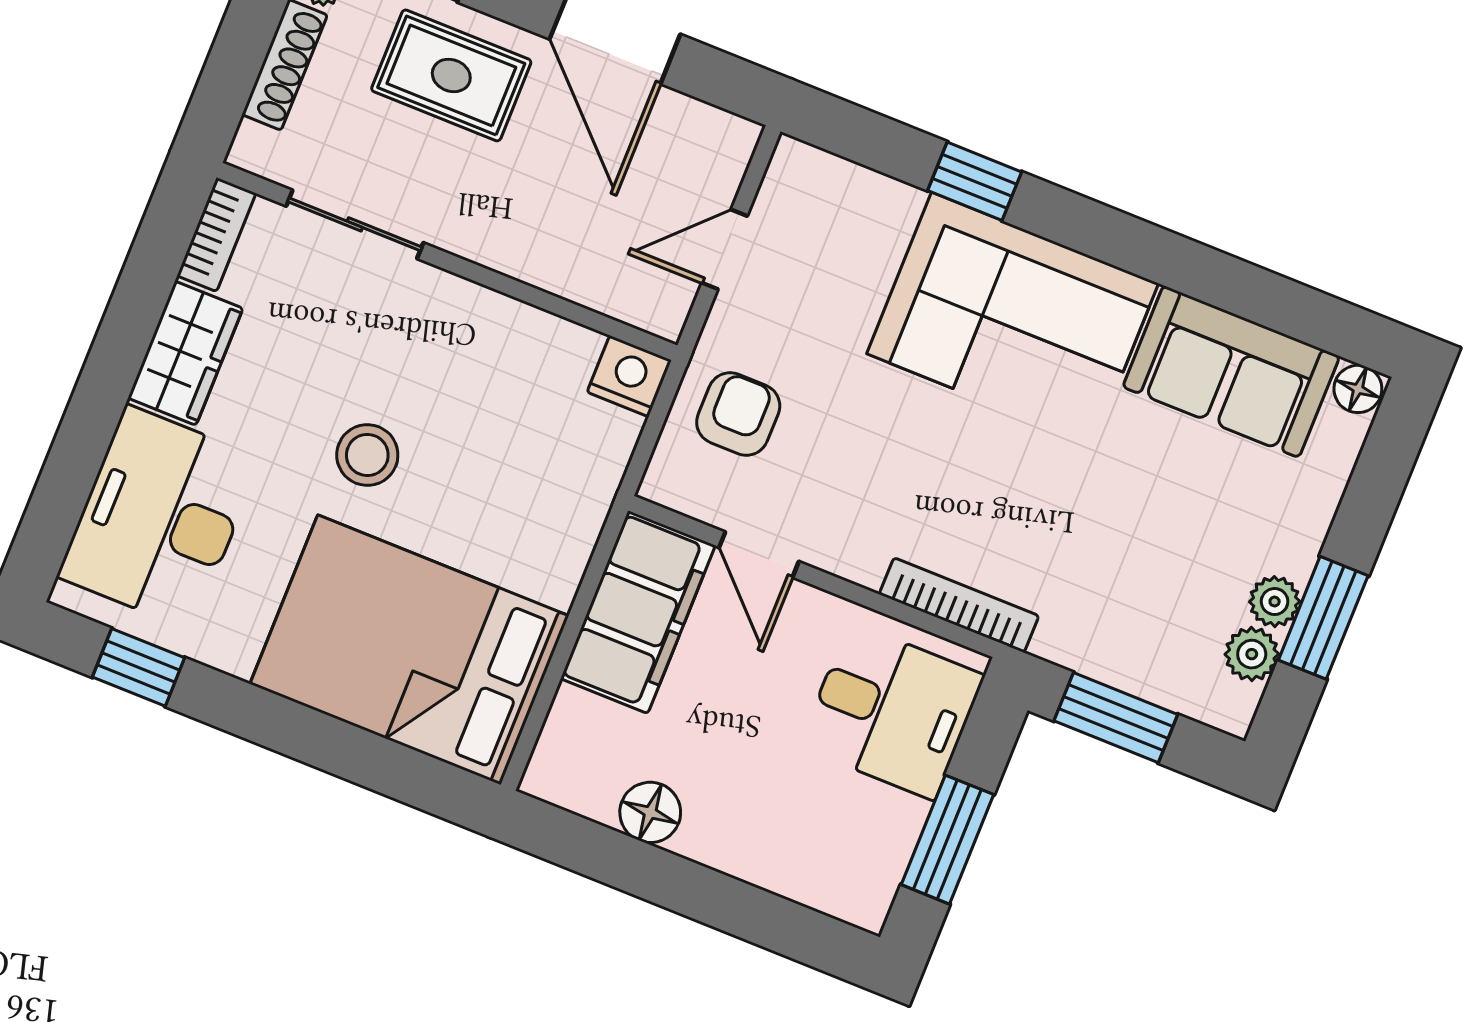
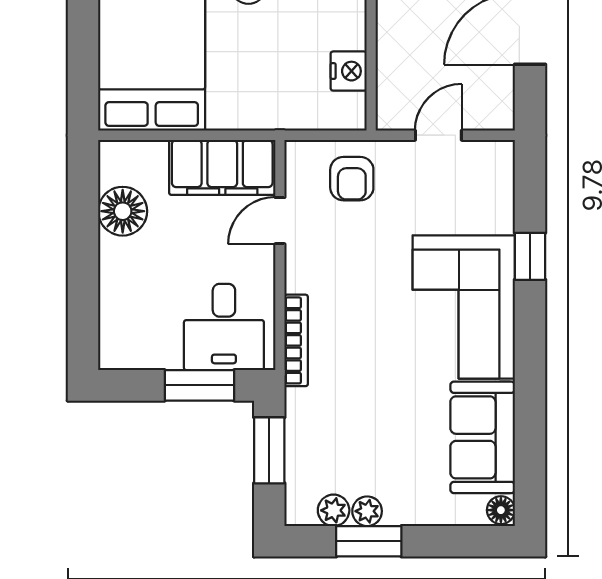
door: (725, 249) -> (438, 135), hinge flipped
nightstand: (629, 376) -> (349, 71), moved
armchair: (738, 414) -> (352, 179), turned 90
floor lamp: (650, 812) -> (123, 211), width x1.38, depth x1.38
window: (947, 840) -> (199, 385), moved

